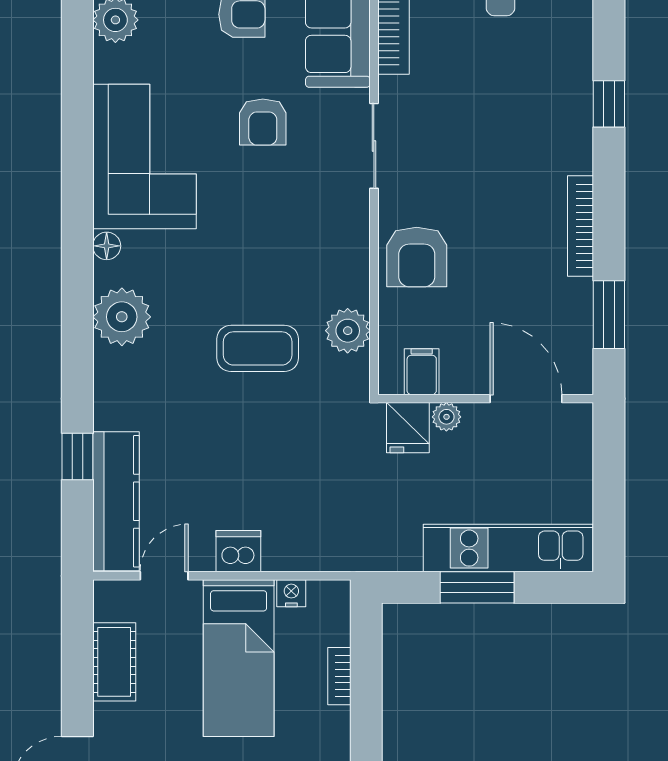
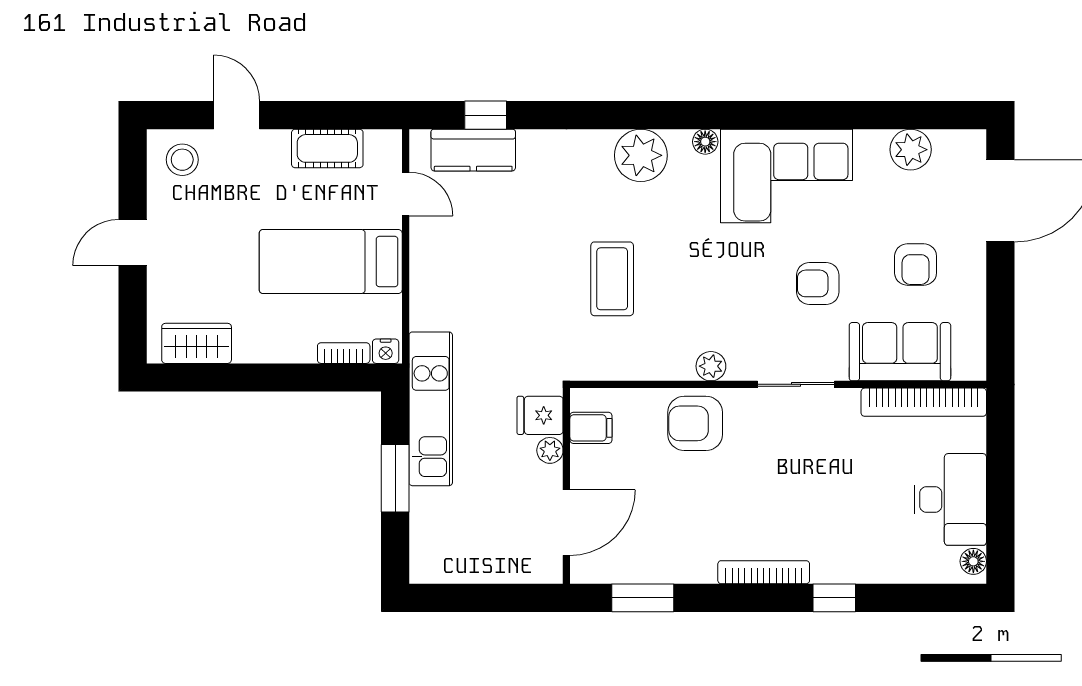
bookcase: (581, 226) -> (764, 572), moved
plant: (348, 331) -> (711, 366), moved, width x0.73, depth x0.73
window: (77, 456) -> (486, 115), moved
kitchen counter: (116, 501) -> (473, 150), width x0.67
kitchen unit: (508, 548) -> (431, 409), moved
dishwasher: (238, 551) -> (428, 261), removed
nightstand: (291, 593) -> (386, 351), moved, turned 90
bookcase: (339, 676) -> (344, 353), moved

